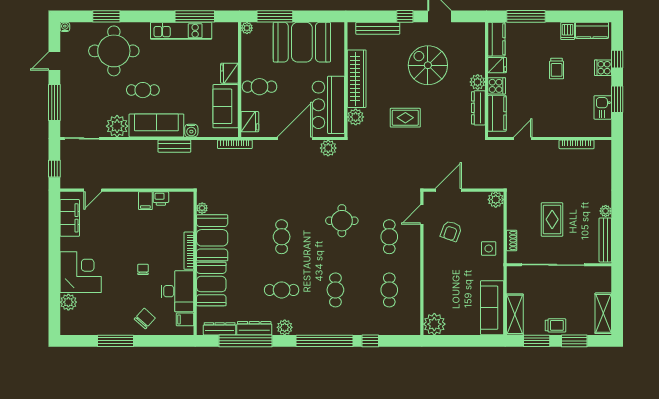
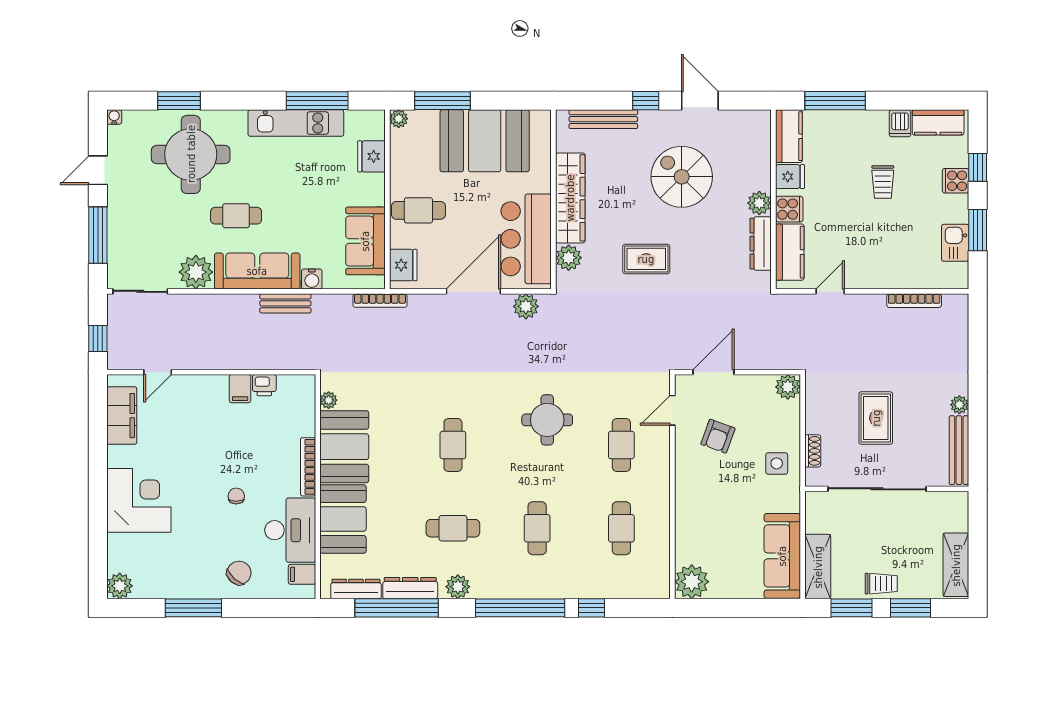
fridge: (229, 73) -> (371, 156), moved
plant: (68, 302) -> (120, 586), moved

